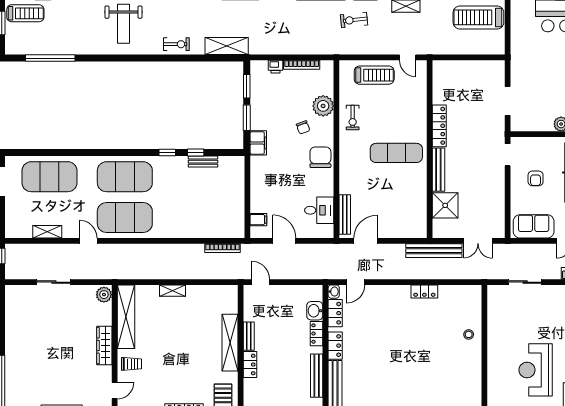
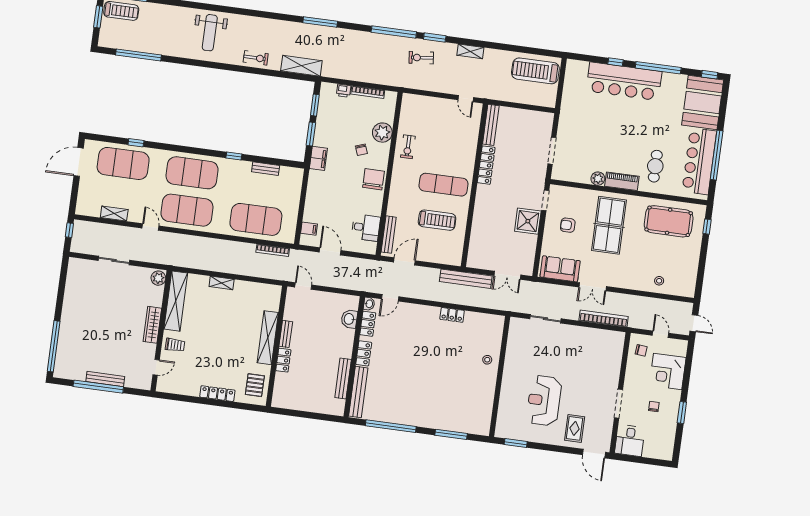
treadmill: (374, 75) -> (437, 220), moved
window: (196, 153) -> (136, 143), moved
bench: (438, 170) -> (491, 125), moved
armchair: (536, 178) -> (568, 225), turned 90
shower: (445, 205) -> (528, 221), moved
exercise mat: (200, 217) -> (256, 219), added
locker: (317, 334) -> (348, 340), removed

